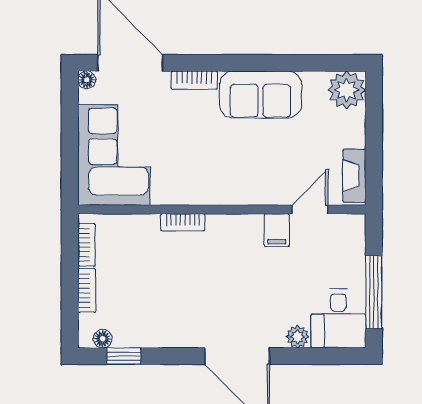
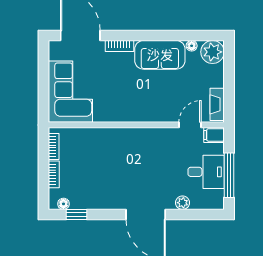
floor lamp: (87, 80) -> (192, 46), moved
bookcase: (183, 222) -> (112, 133), removed
filing cabinet: (277, 230) -> (214, 135), moved, turned 90
desk: (338, 319) -> (206, 172), moved, turned -90

